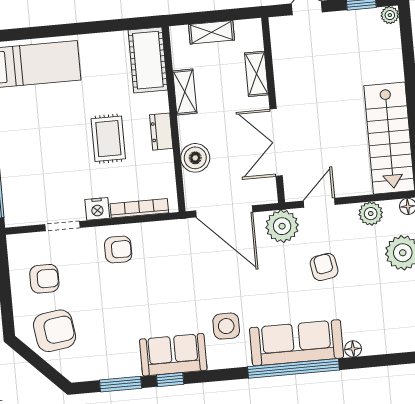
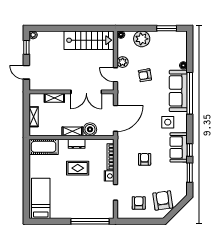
shelving: (185, 92) -> (72, 131), moved
plant: (371, 214) -> (123, 62), moved
plant: (282, 226) -> (125, 93), removed
armchair: (118, 250) -> (145, 159), moved

